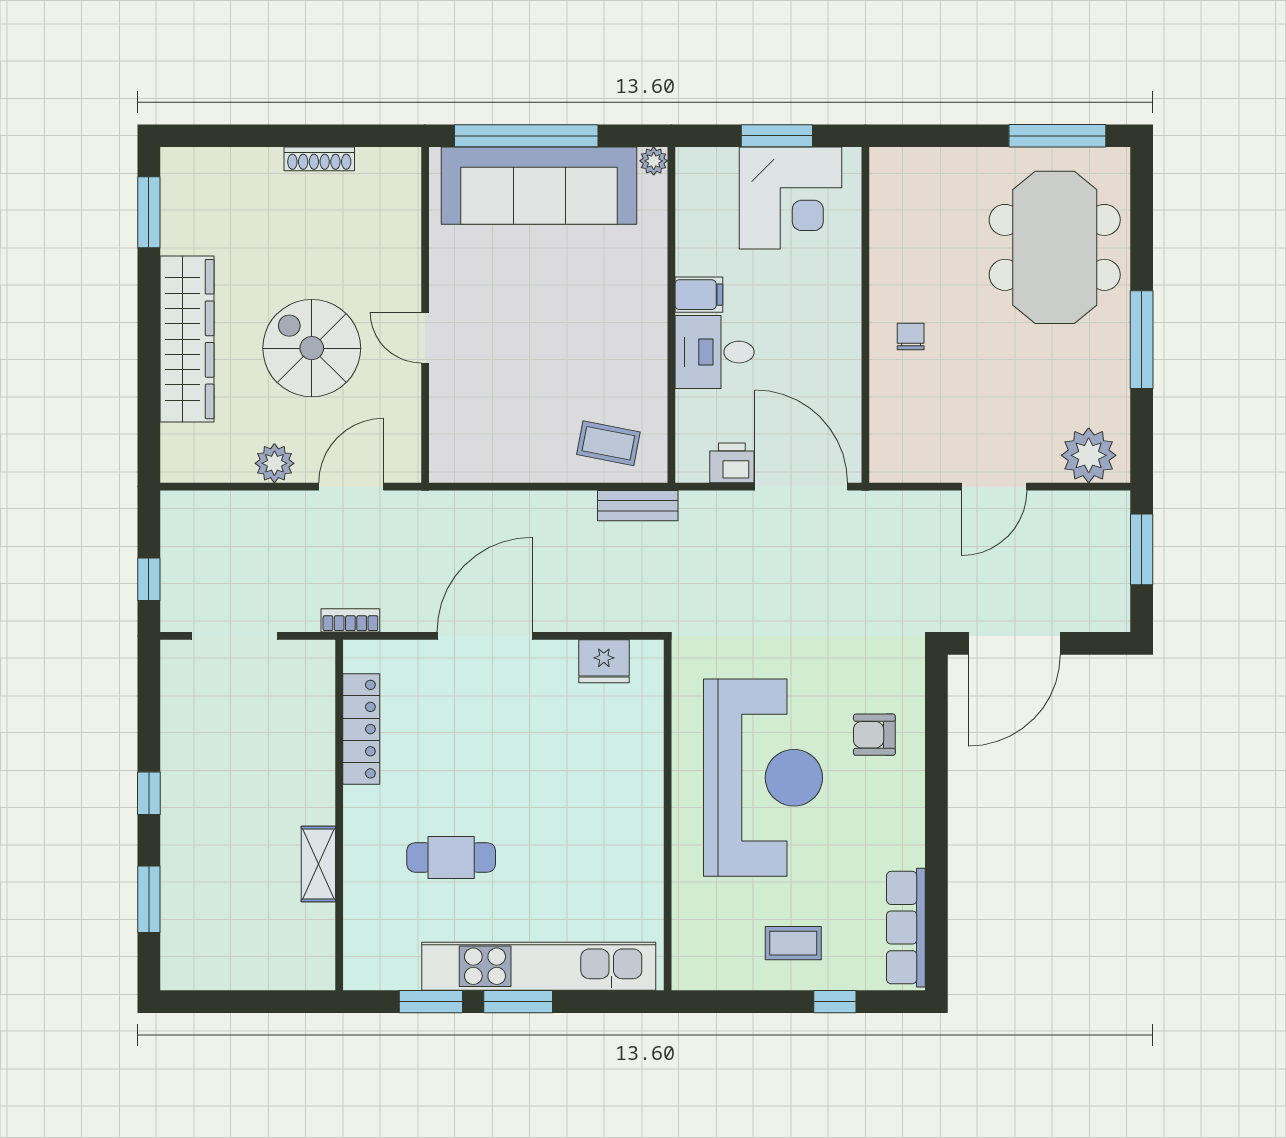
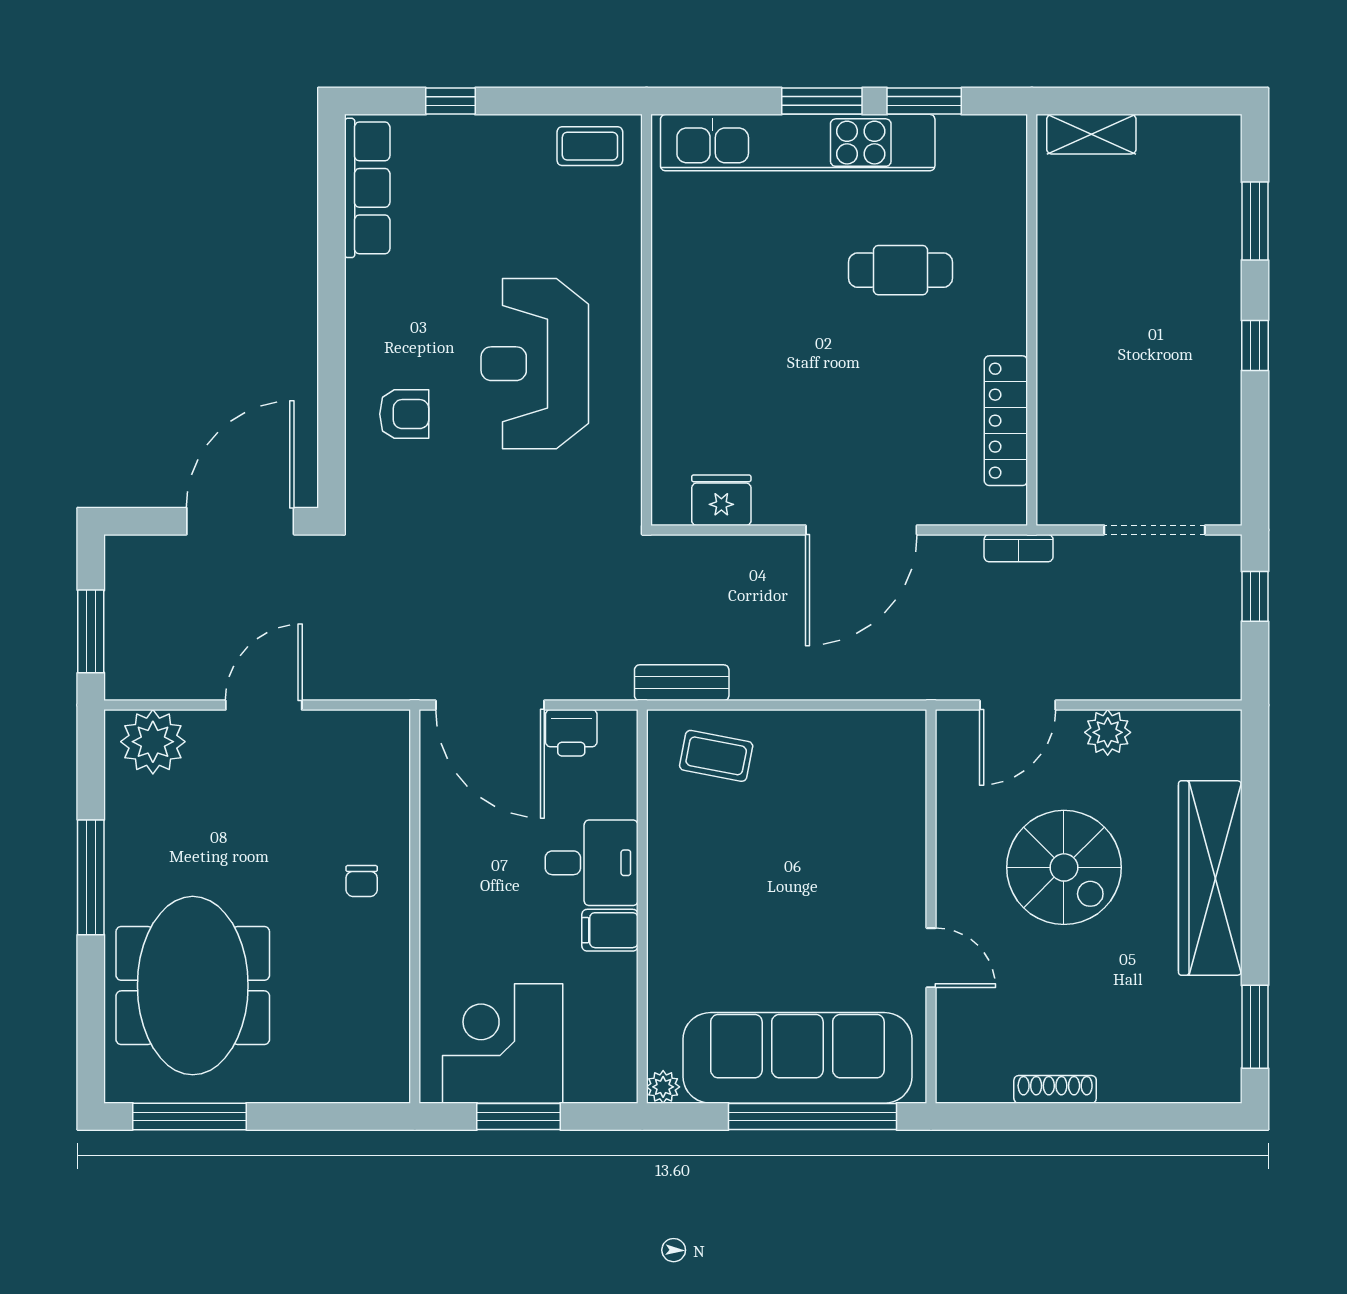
door: (425, 338) -> (931, 958), moved
reception desk: (763, 778) -> (535, 364), width x0.74, depth x0.77
shelving: (318, 864) -> (1091, 134), moved, turned 90
coffee table: (793, 943) -> (590, 146), moved

